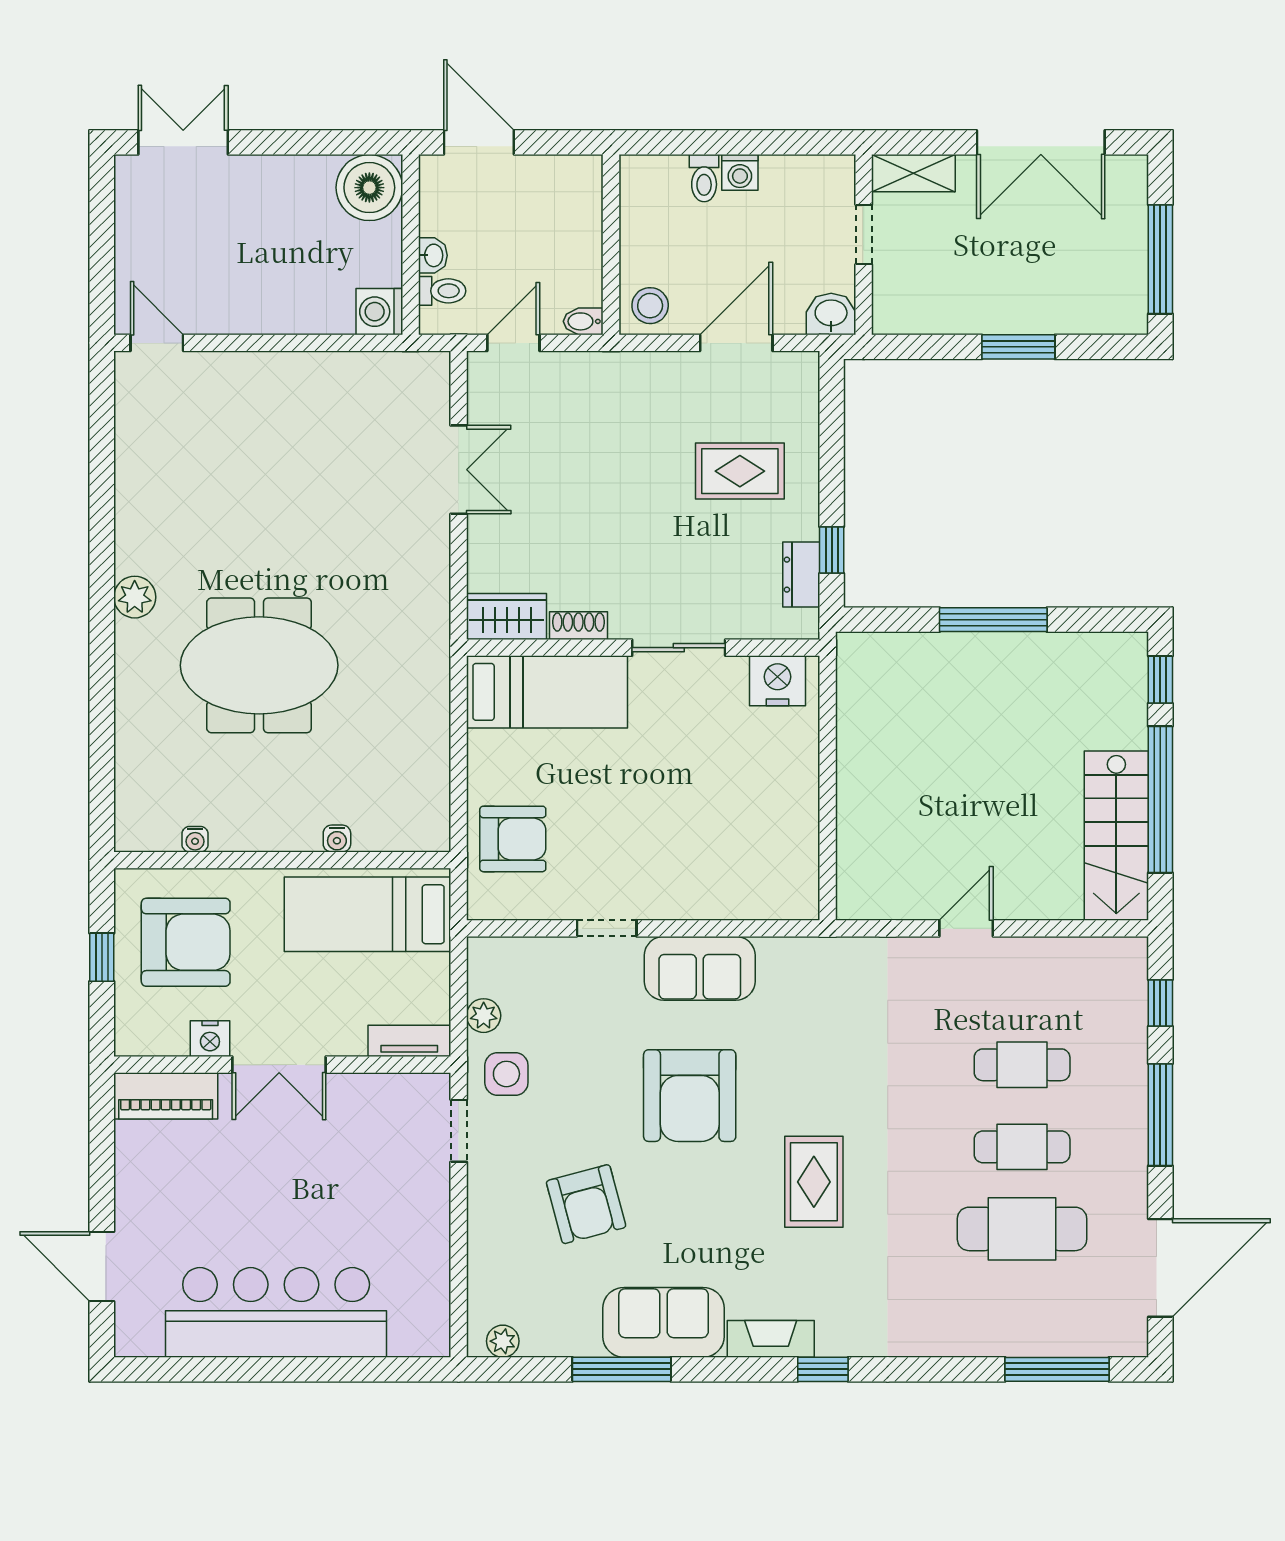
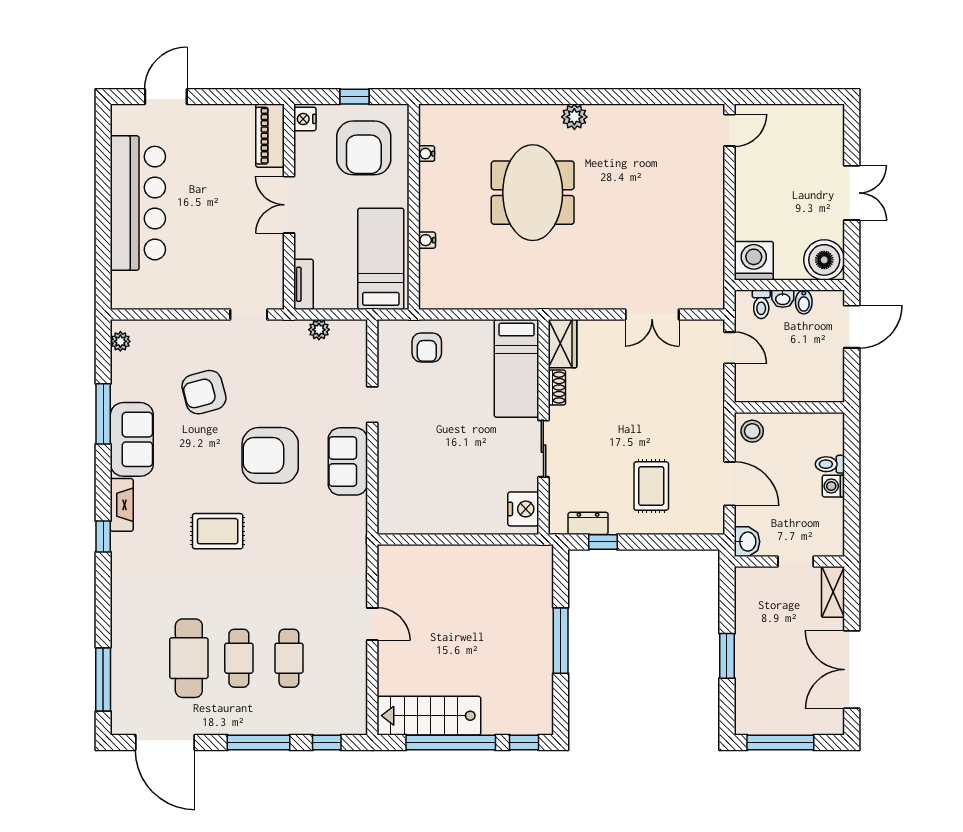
double door: (183, 142) -> (852, 193), moved
washing machine: (379, 312) -> (754, 261), width x1.37, depth x1.37
bidet: (583, 321) -> (804, 302), moved, turned 180
armchair: (513, 839) -> (427, 347), width x0.72, depth x0.72
nightstand: (210, 1039) -> (305, 119), moved
side table: (506, 1074) -> (283, 344), removed

